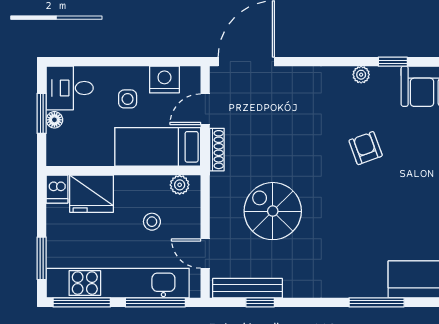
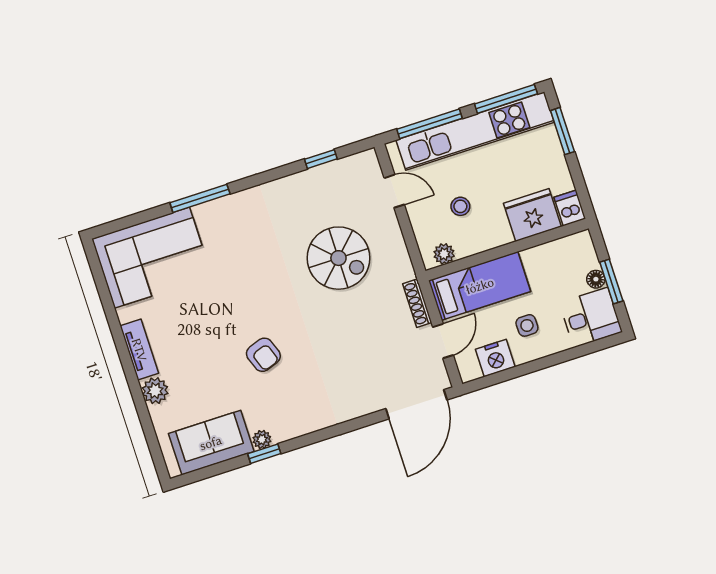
plant: (361, 75) -> (262, 439), moved
bench: (247, 288) -> (339, 170), removed

